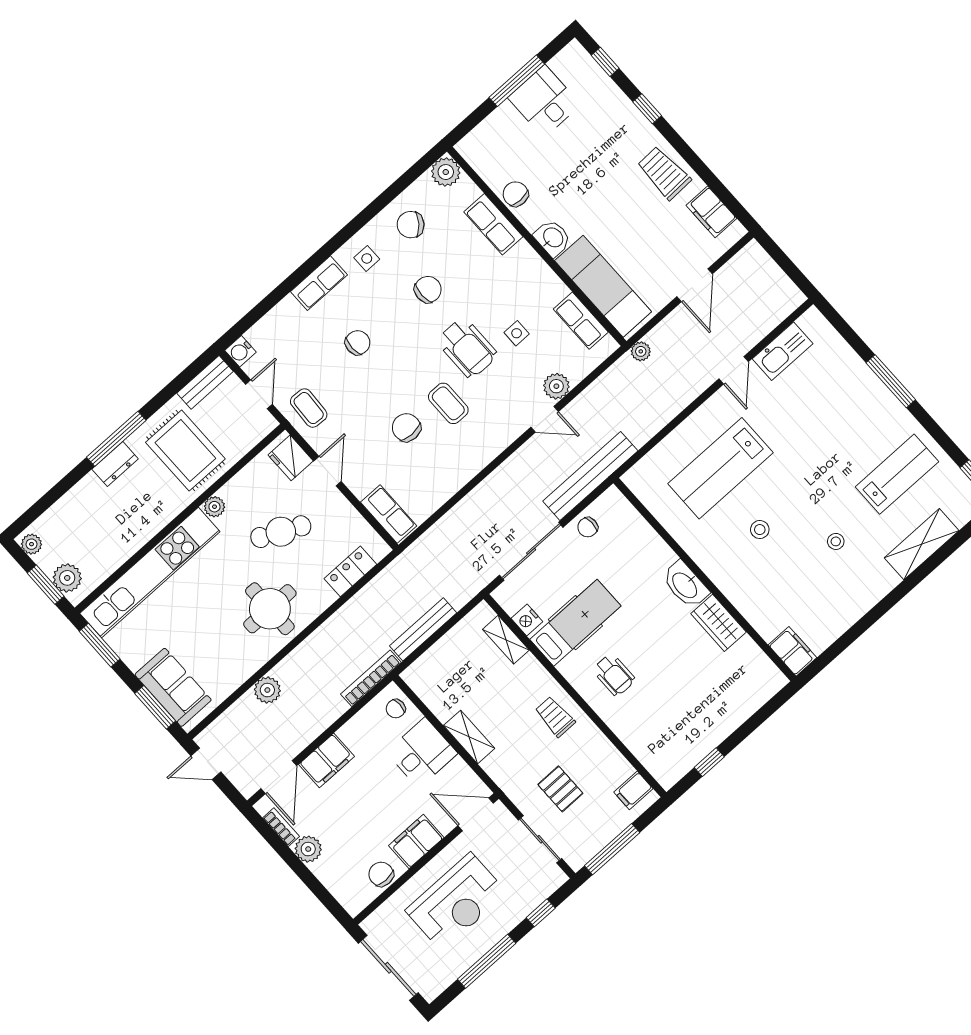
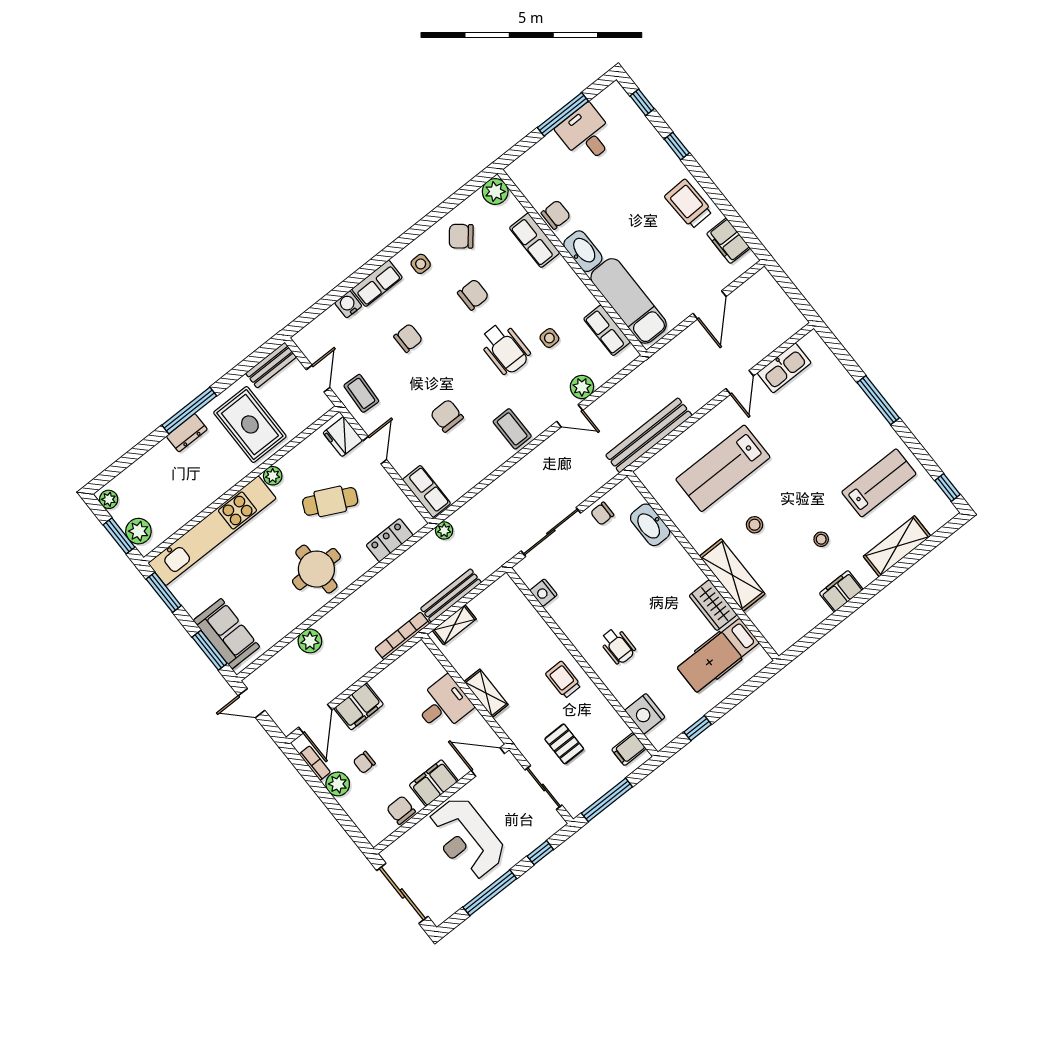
chair: (516, 194) -> (556, 215), turned 90
washbasin: (553, 238) -> (583, 251), width x1.38
water cooler: (240, 351) -> (348, 304), moved, turned 90
plant: (641, 351) -> (444, 531), moved
coffee table: (448, 403) -> (512, 429), moved
bench: (590, 476) -> (649, 435), moved
washbasin: (685, 585) -> (650, 525), moved
shelving: (738, 588) -> (732, 575), added
hospital bed: (575, 623) -> (718, 655), moved, turned 180
shelving: (506, 640) -> (454, 625), moved, turned 90
filing cabinet: (792, 651) -> (841, 591), moved, turned -90
chair: (396, 709) -> (364, 762), moved
nightstand: (649, 749) -> (645, 714), added
reception desk: (456, 902) -> (466, 838), turned 90

